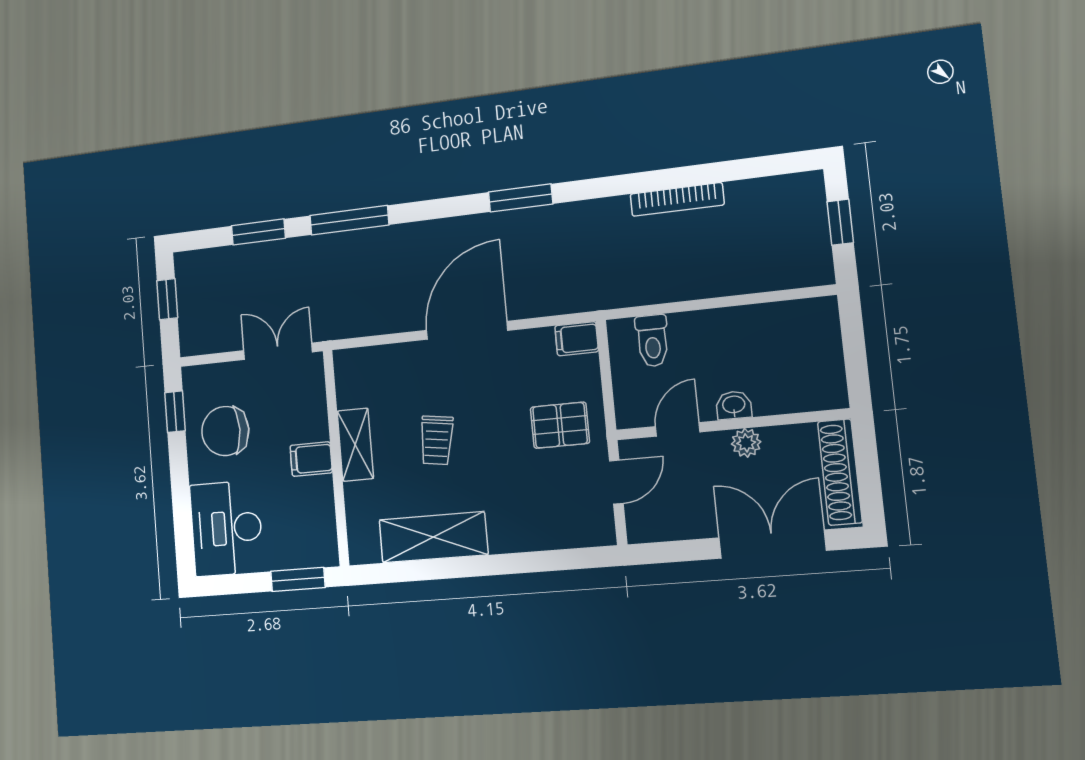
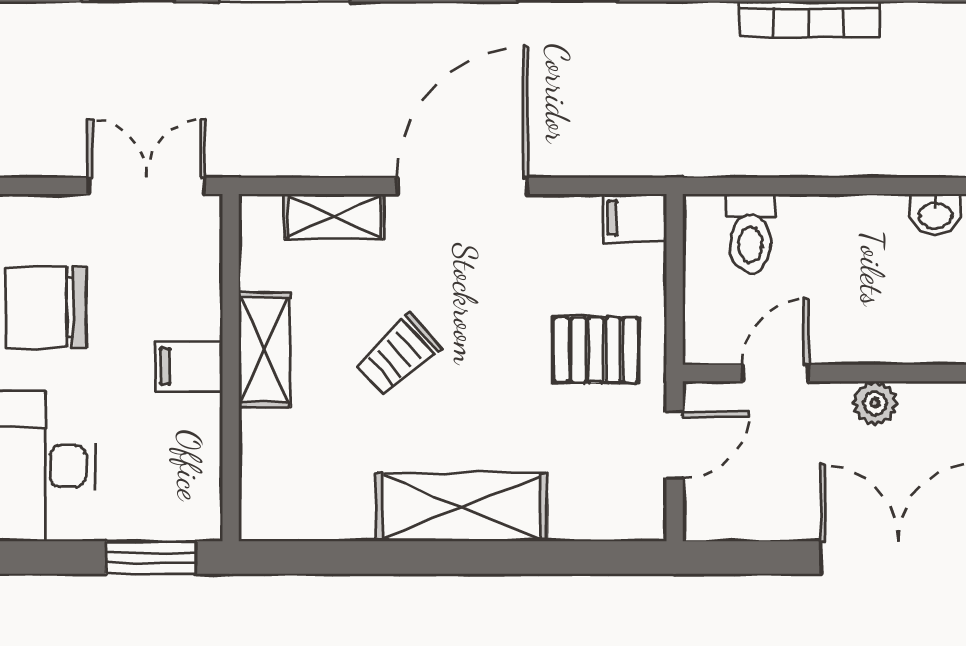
shelving: (390, 358) -> (334, 216), added
washbasin: (734, 405) -> (936, 214), moved, turned 180
trolley: (437, 440) -> (398, 355), turned 40
shelving: (433, 537) -> (462, 507), moved

